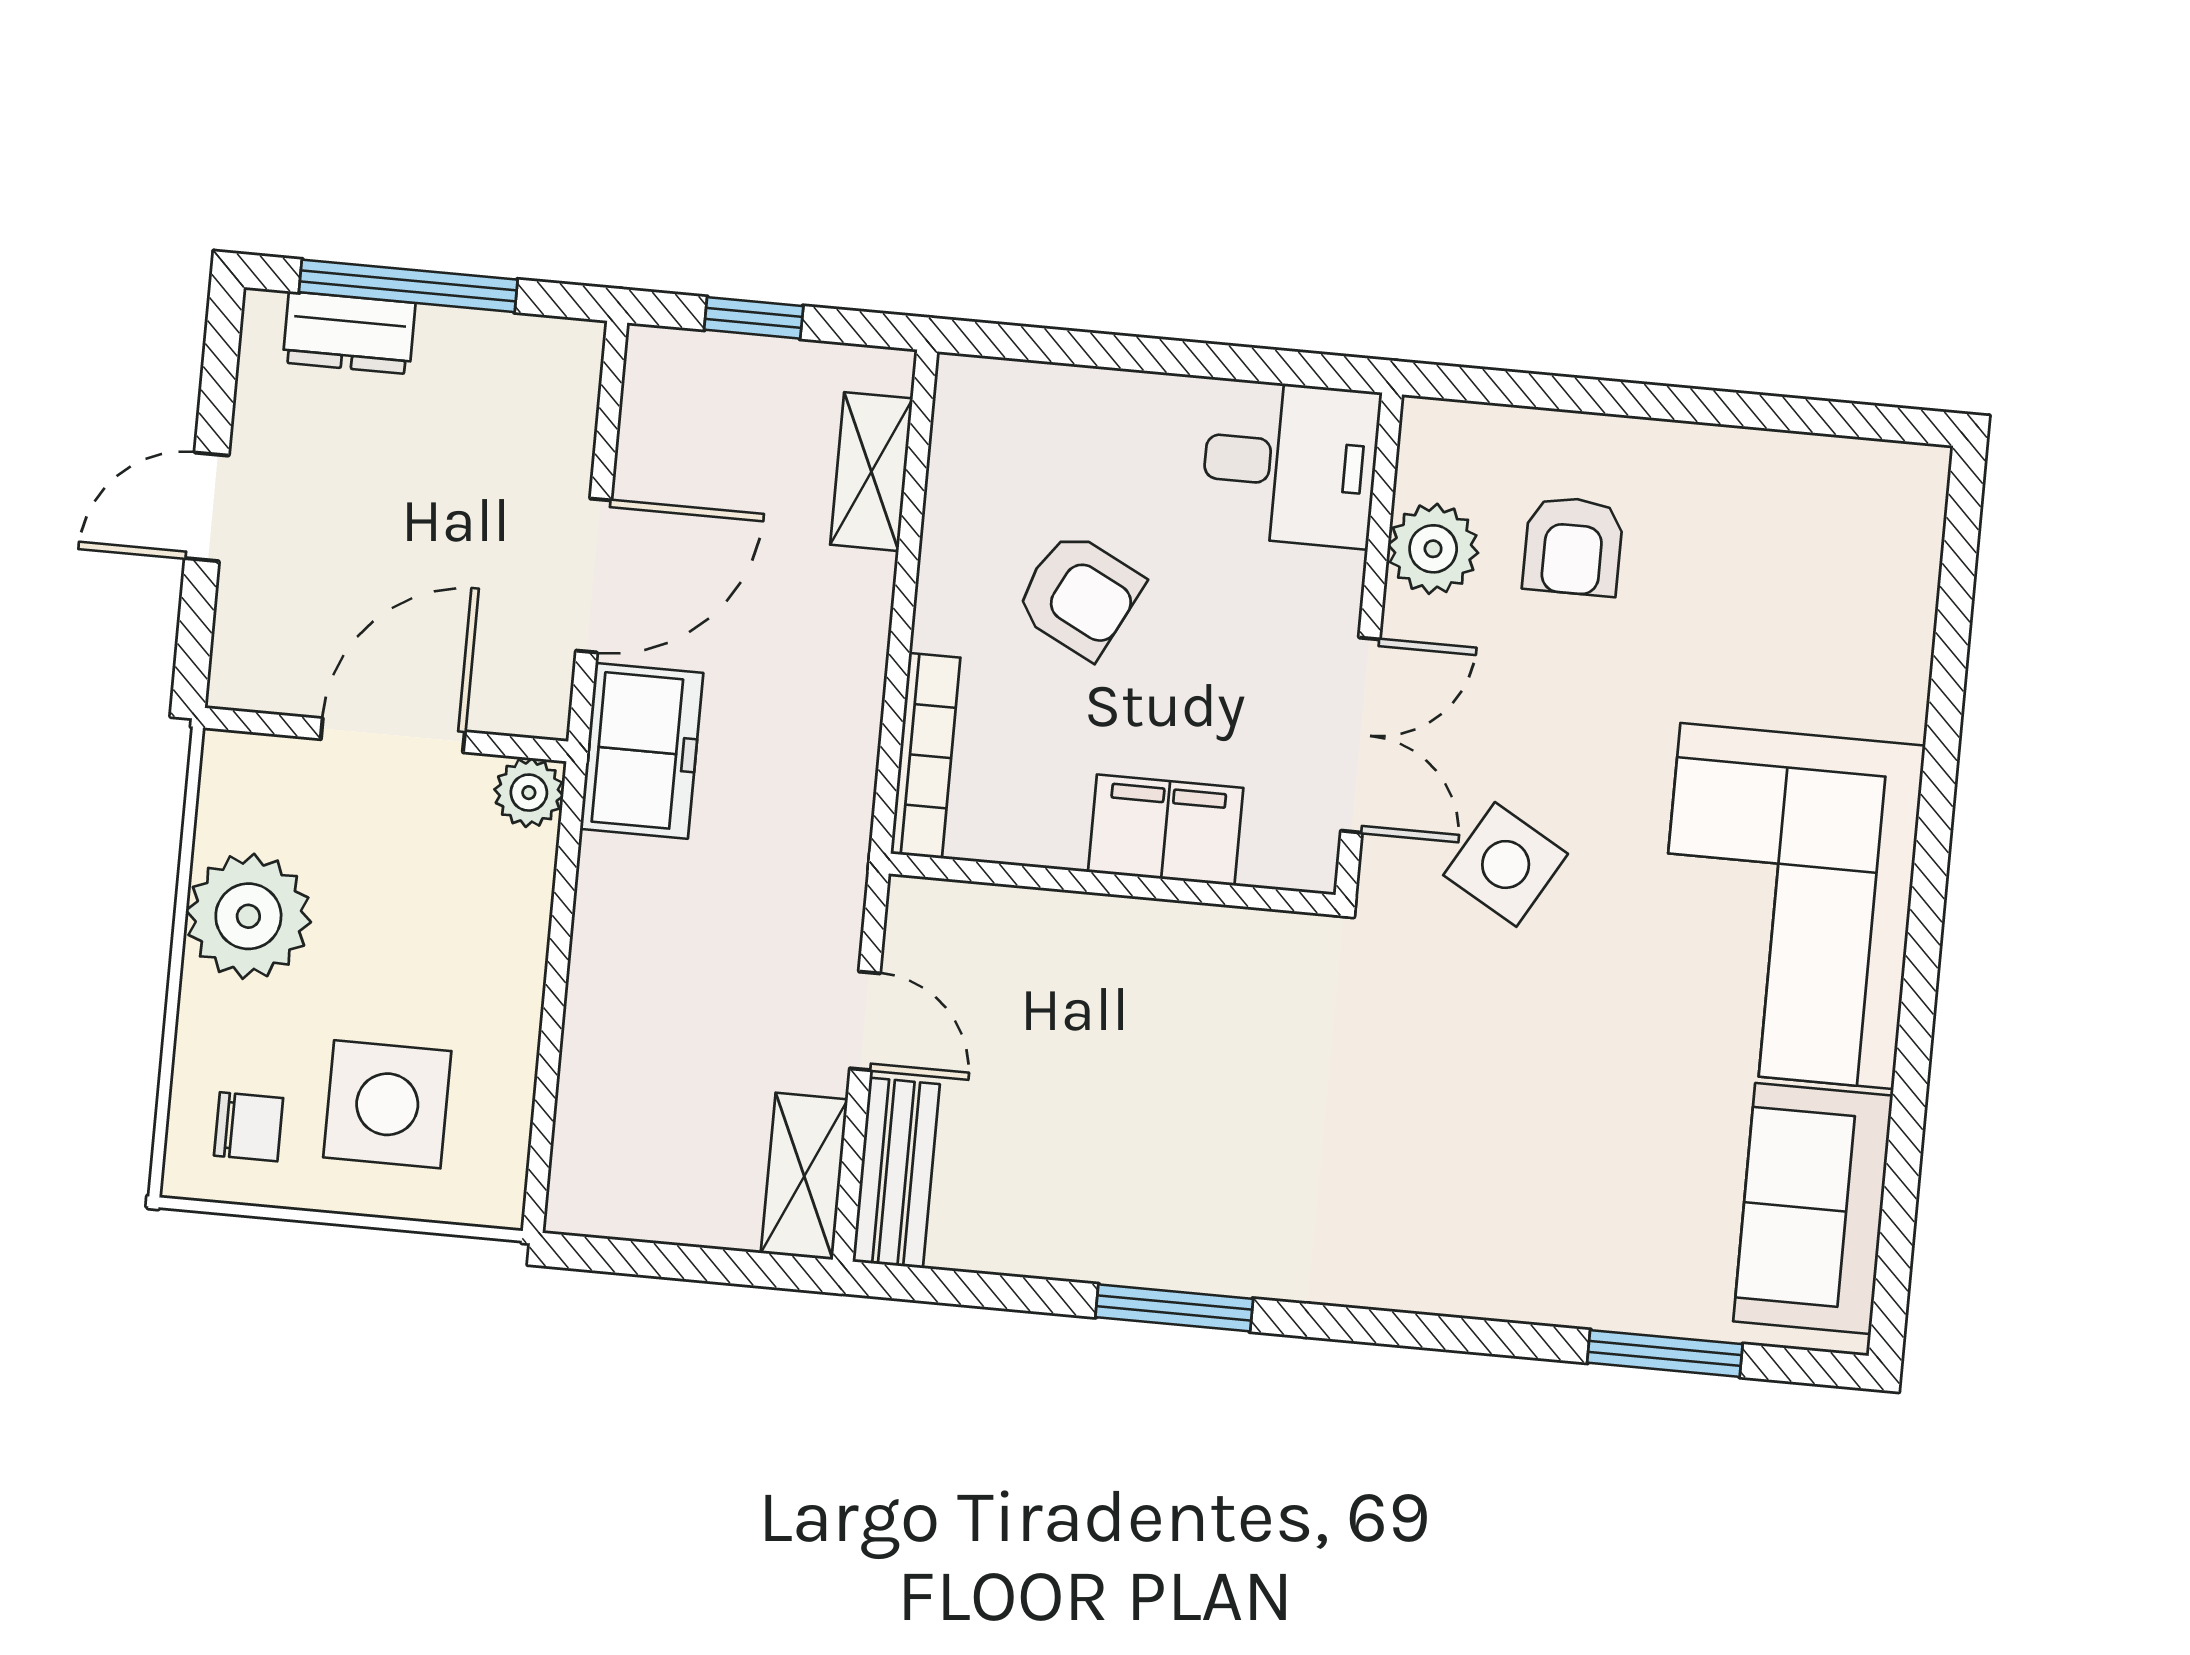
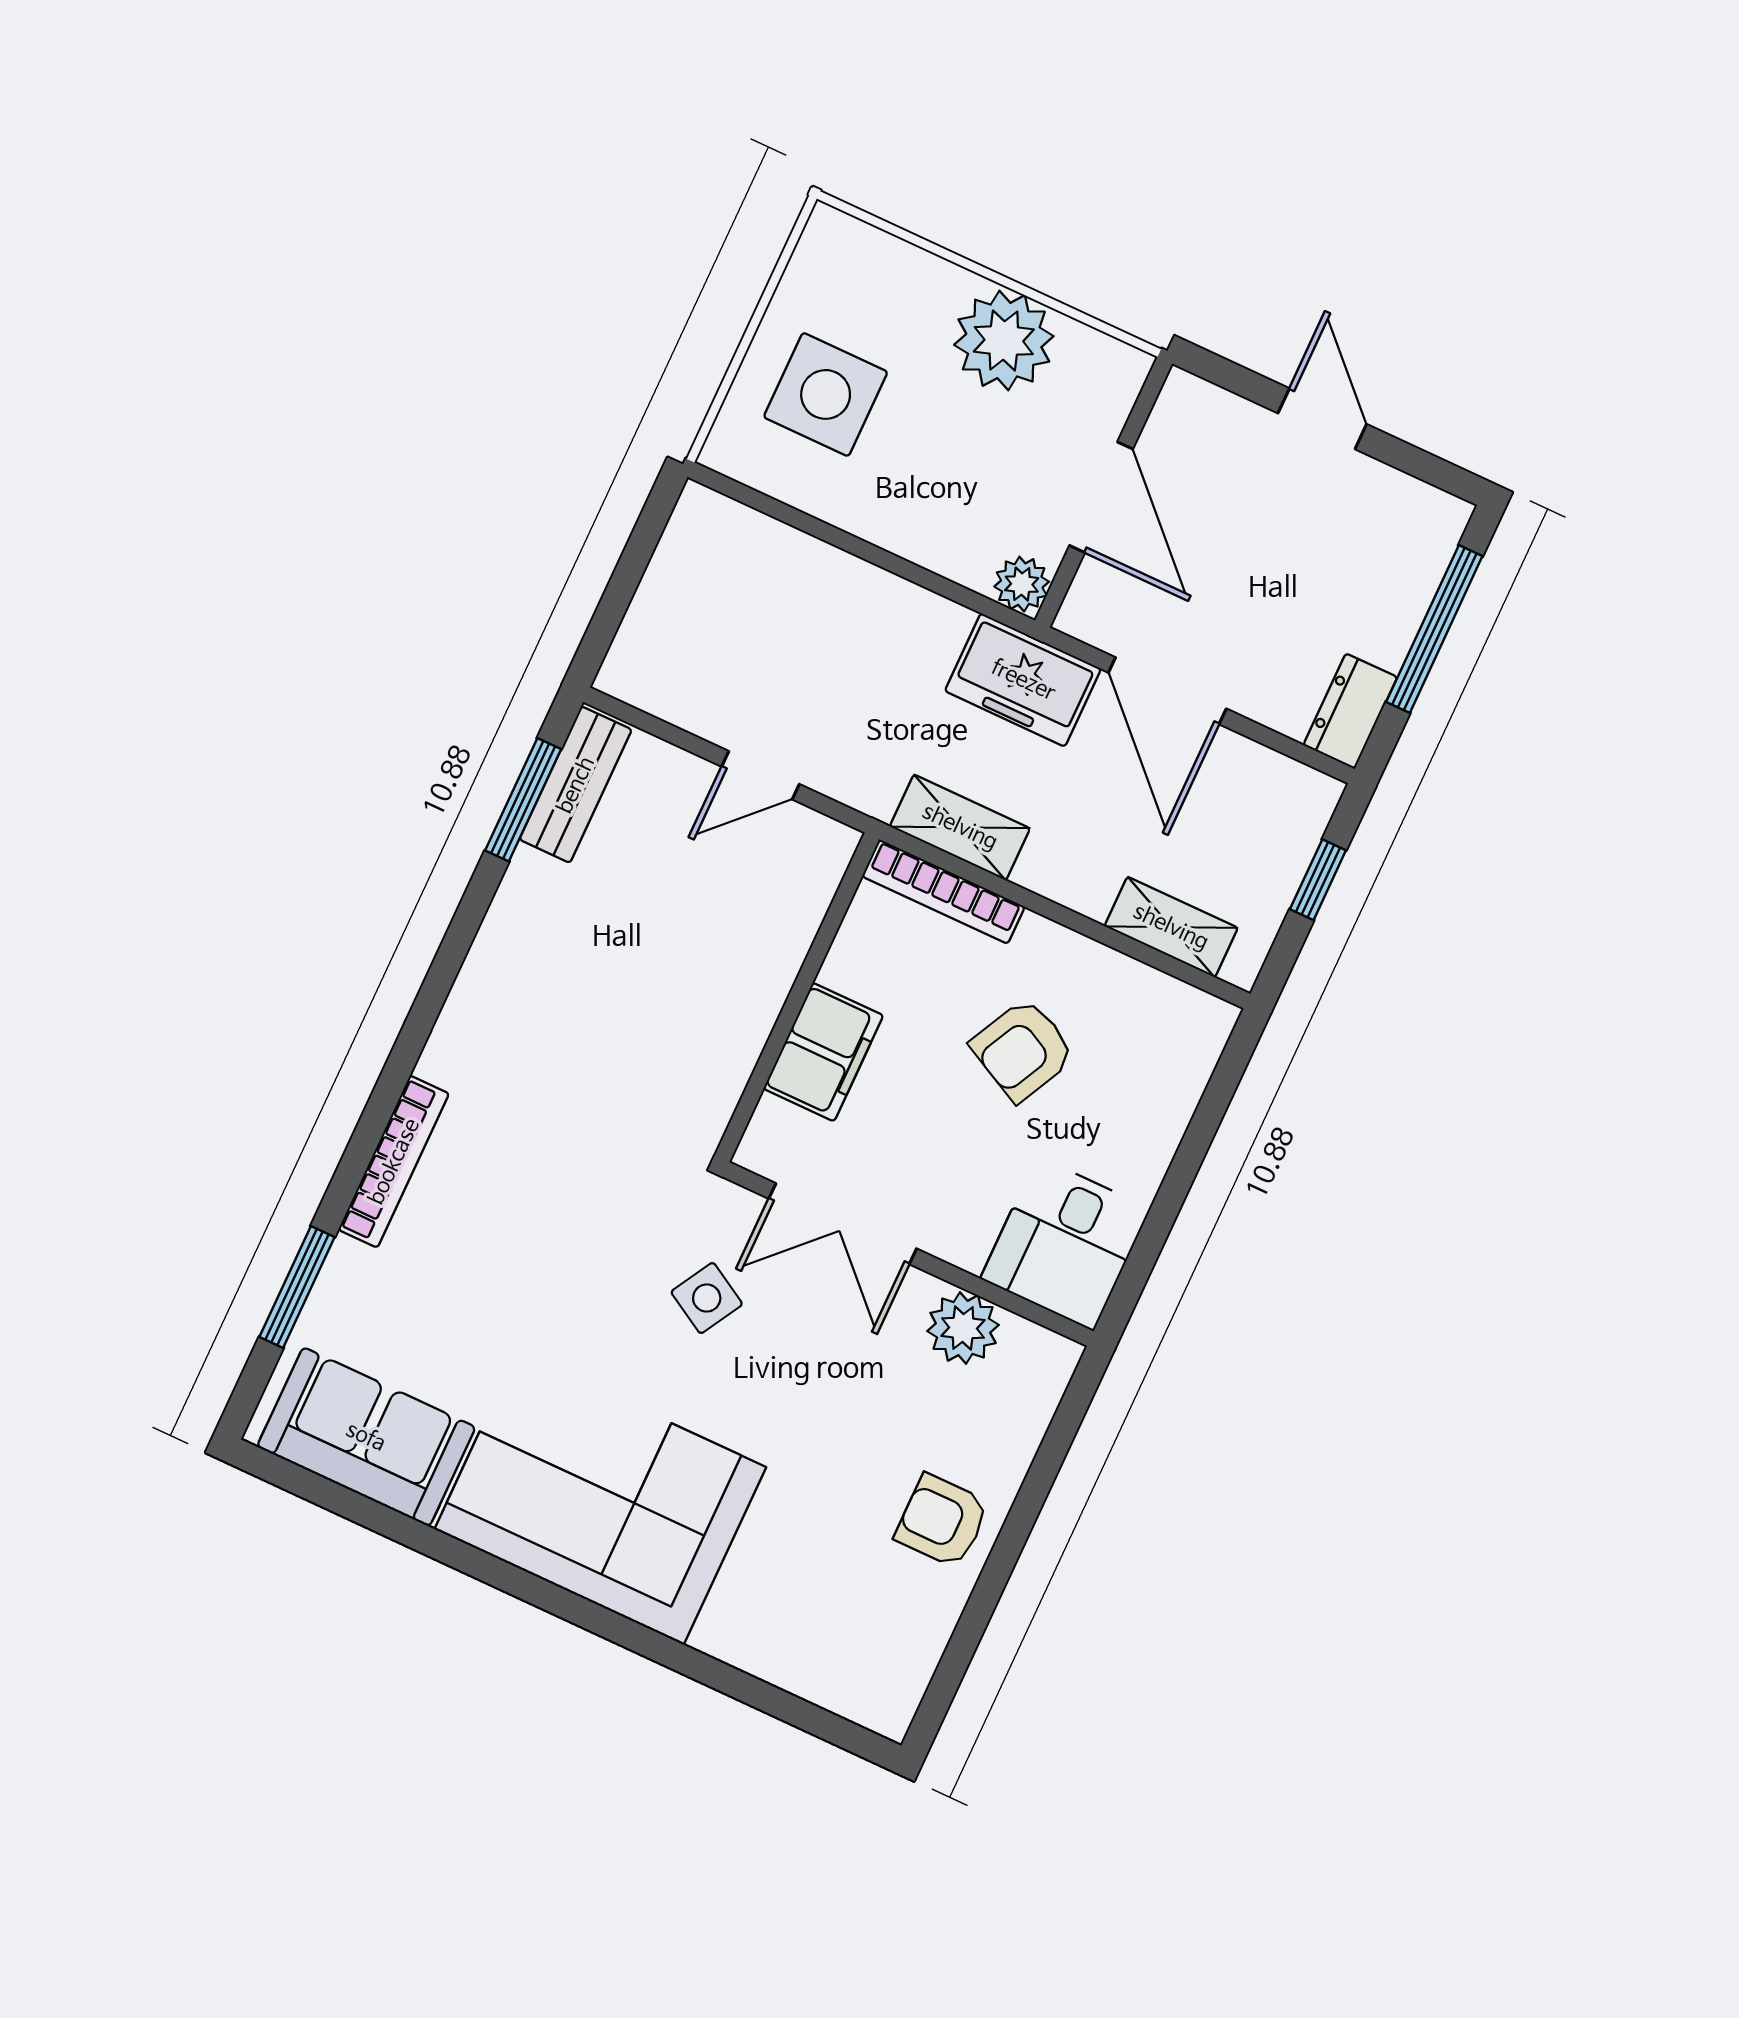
dresser: (349, 333) -> (1350, 711), moved
armchair: (1573, 546) -> (942, 1521), moved
side table: (1506, 864) -> (707, 1298), width x0.73, depth x0.73
chair: (249, 1127) -> (846, 284), removed
bench: (896, 1173) -> (576, 785), moved, turned 90
shelving: (804, 1176) -> (960, 827), moved
bookcase: (1476, 1292) -> (394, 1162), added
window: (1174, 1308) -> (523, 800), moved

